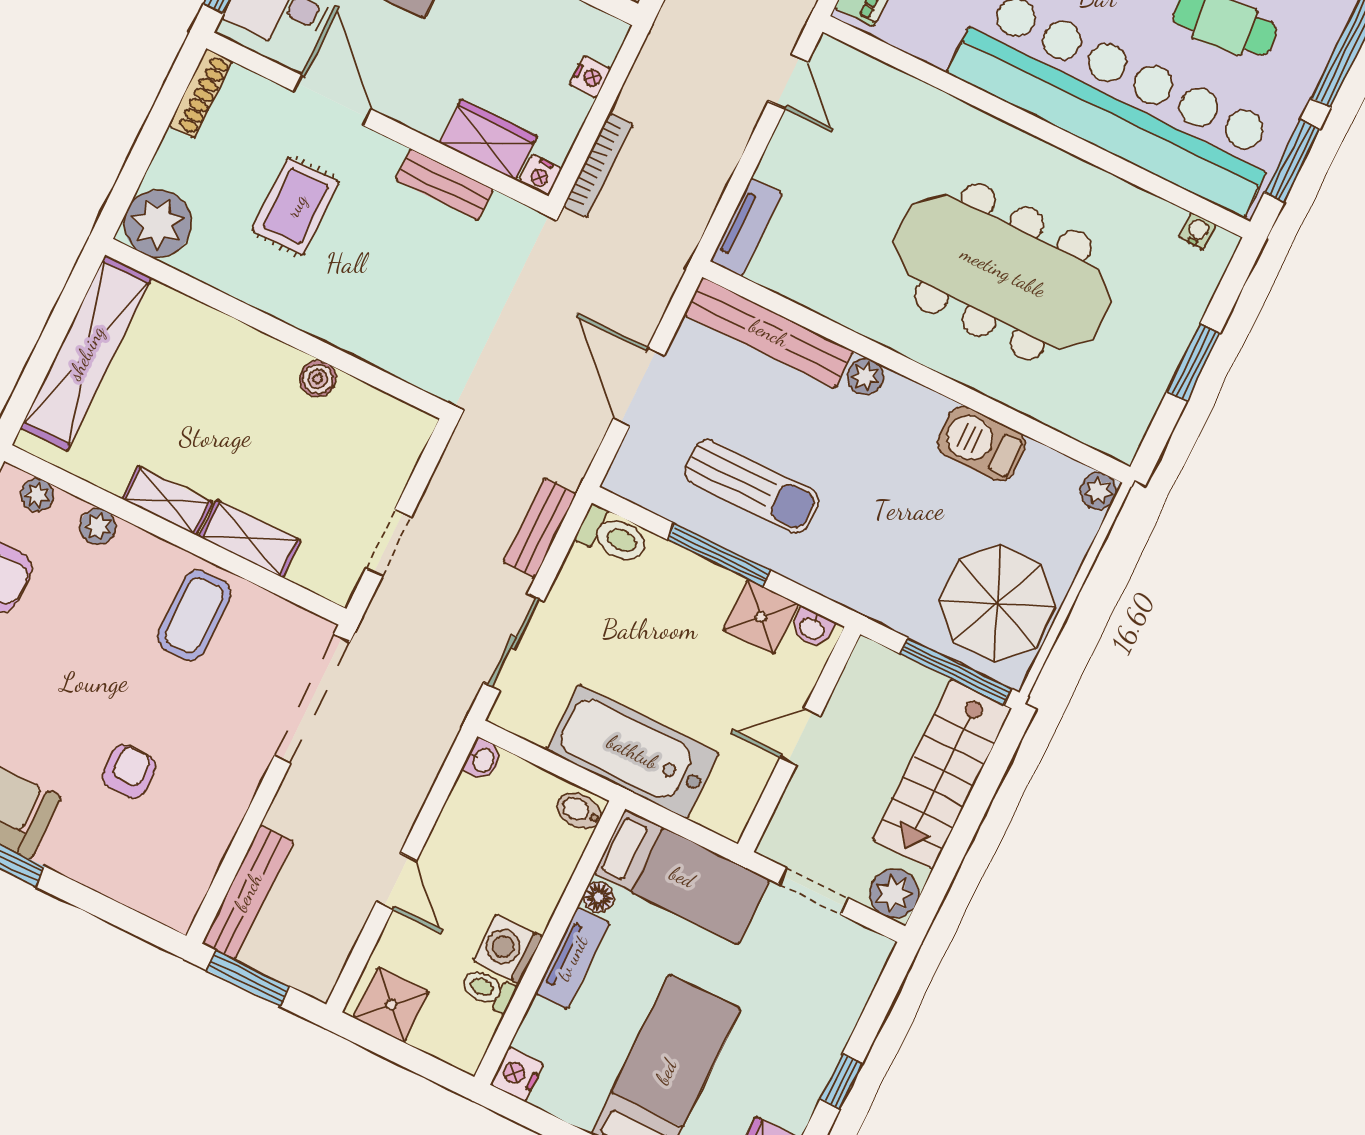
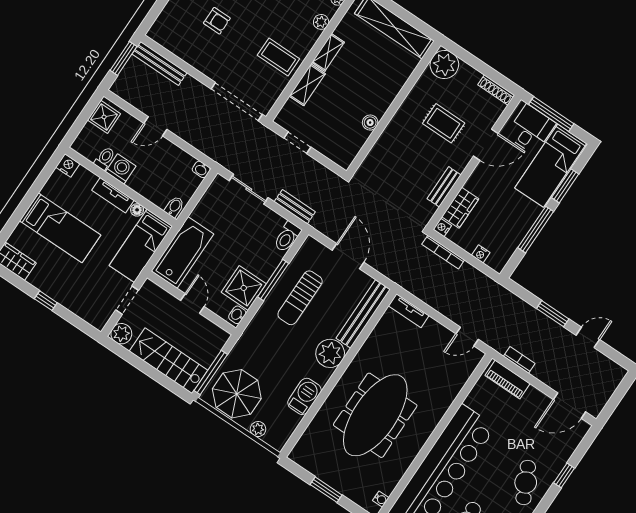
plant: (865, 377) -> (330, 353), width x1.88, depth x1.88
door: (639, 387) -> (348, 256), hinge flipped
plant: (1098, 491) -> (258, 429), moved
shower: (761, 617) -> (244, 288), width x1.36, depth x1.36
bathtub: (633, 752) -> (182, 253), moved

